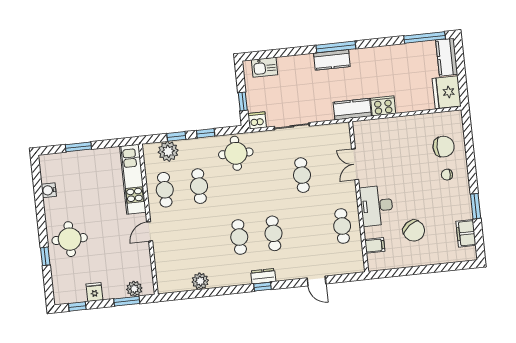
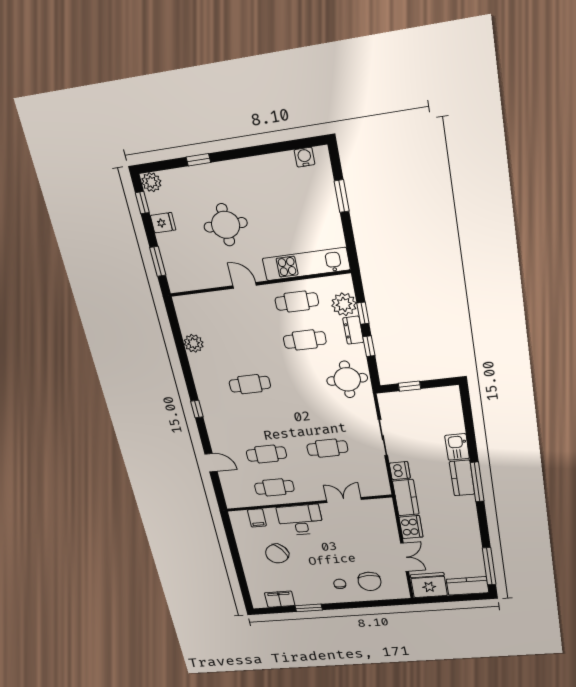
kitchen sink: (264, 67) -> (457, 447), moved
double door: (416, 113) -> (405, 557), added
dishwasher: (257, 120) -> (400, 471), moved
water cooler: (49, 190) -> (305, 157), moved
cafe table: (274, 233) -> (266, 454), moved
round table: (70, 239) -> (226, 225), moved
dresser: (263, 276) -> (353, 330), moved, turned 180
door: (317, 281) -> (211, 463), swing flipped
plant: (134, 289) -> (151, 182), moved

